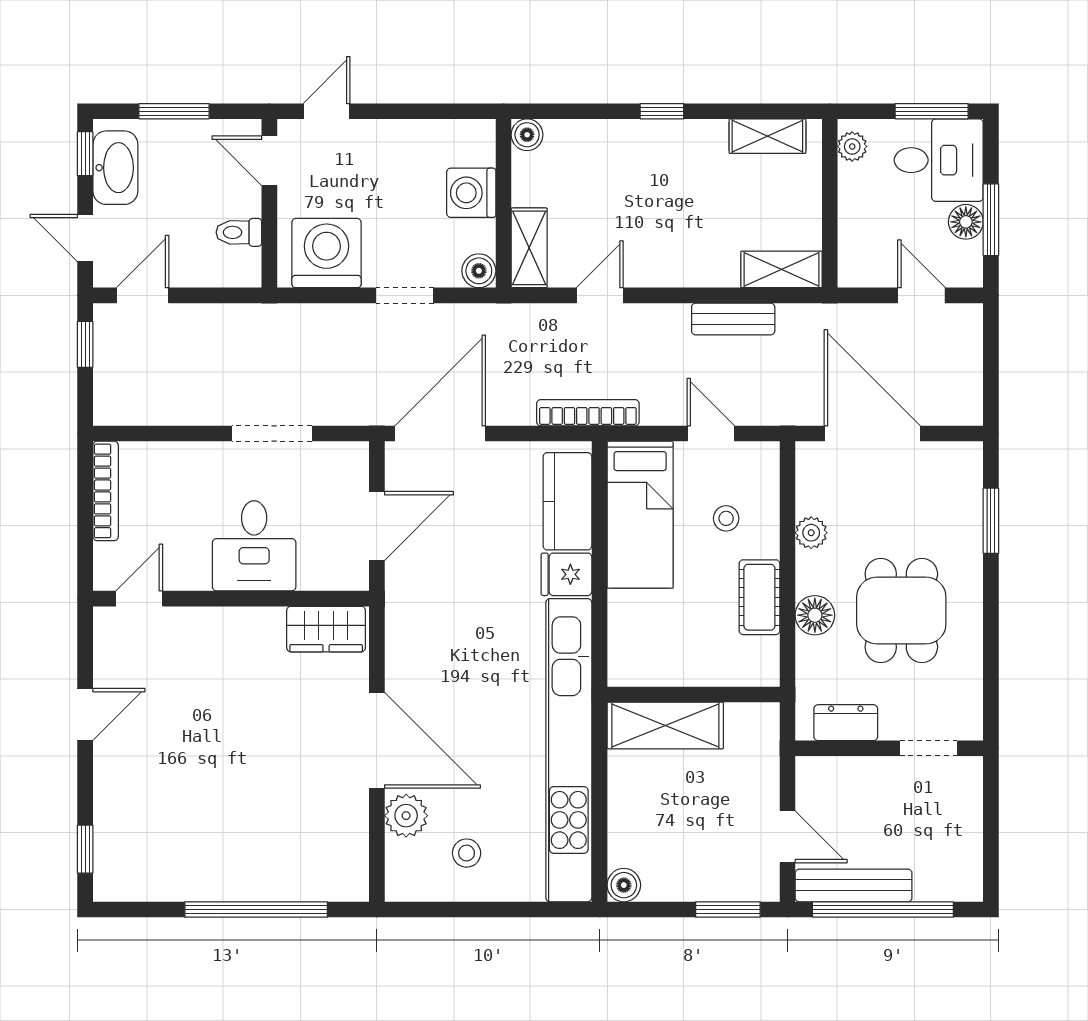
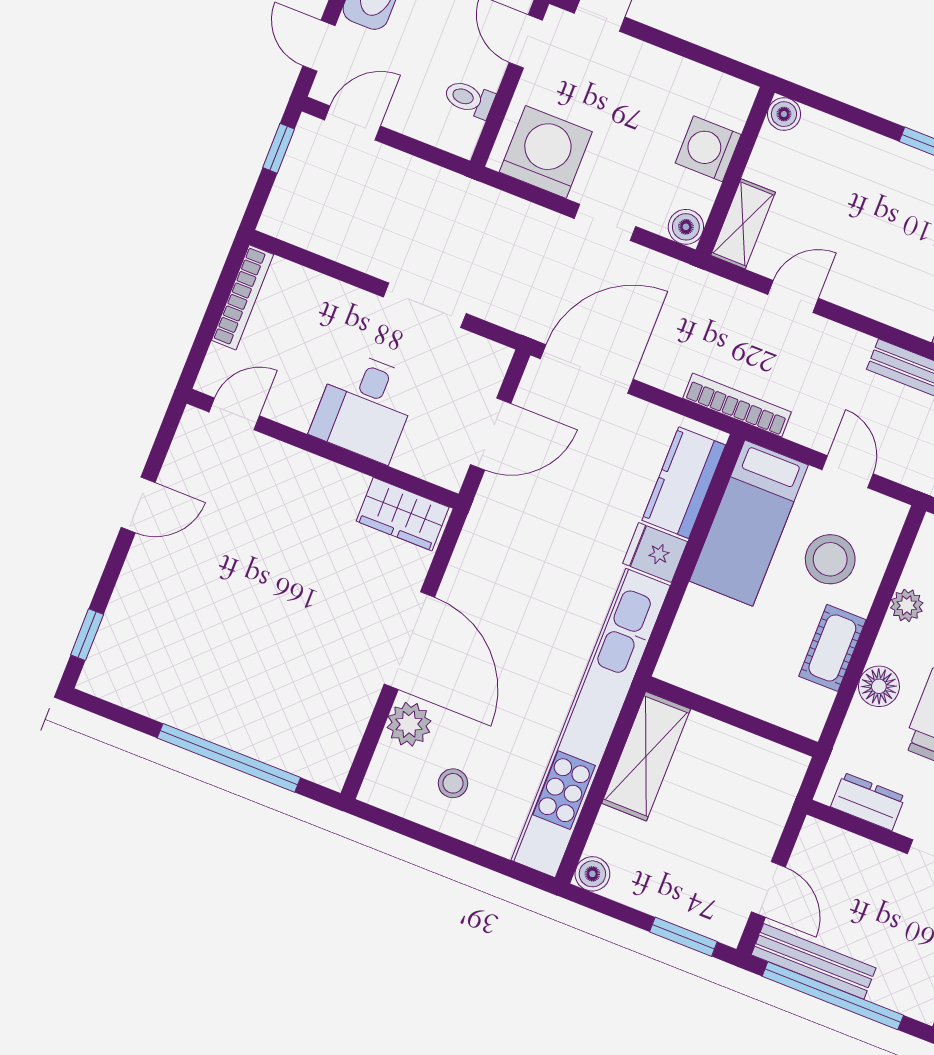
stool: (726, 518) -> (830, 559), width x1.89, depth x1.89
shelving: (665, 725) -> (646, 756), moved, turned 90

